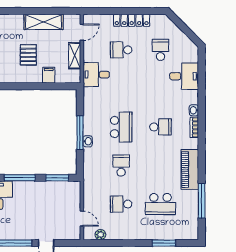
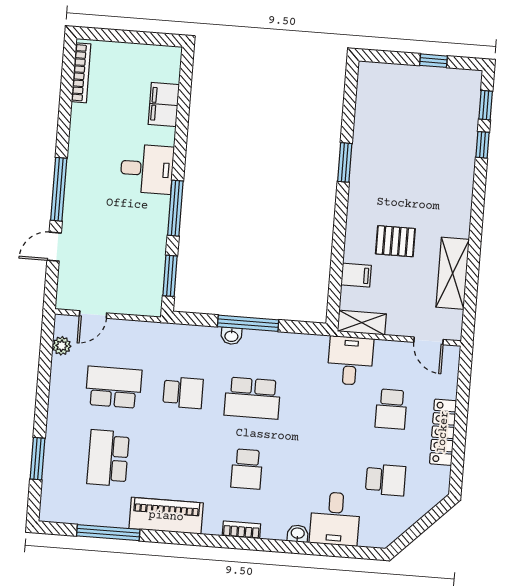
school desk: (121, 50) -> (391, 409), turned 180
shelving: (75, 56) -> (362, 323), moved
washbasin: (194, 110) -> (298, 534), moved
school desk: (121, 204) -> (114, 387), width x1.85

